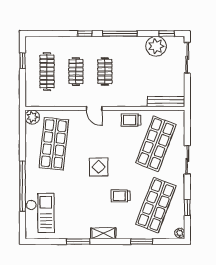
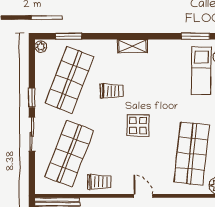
window: (187, 208) -> (32, 98), moved
window: (78, 242) -> (195, 36), moved
window: (142, 242) -> (69, 36), moved

